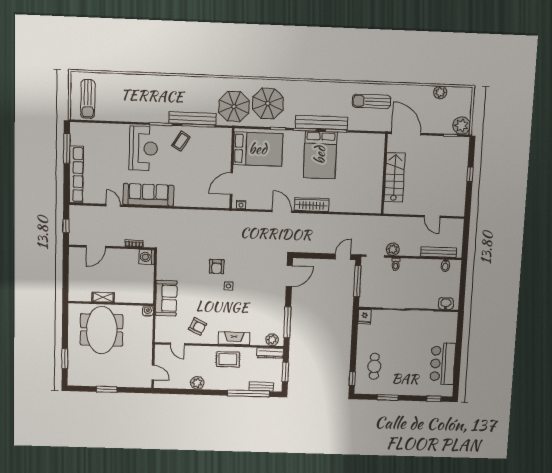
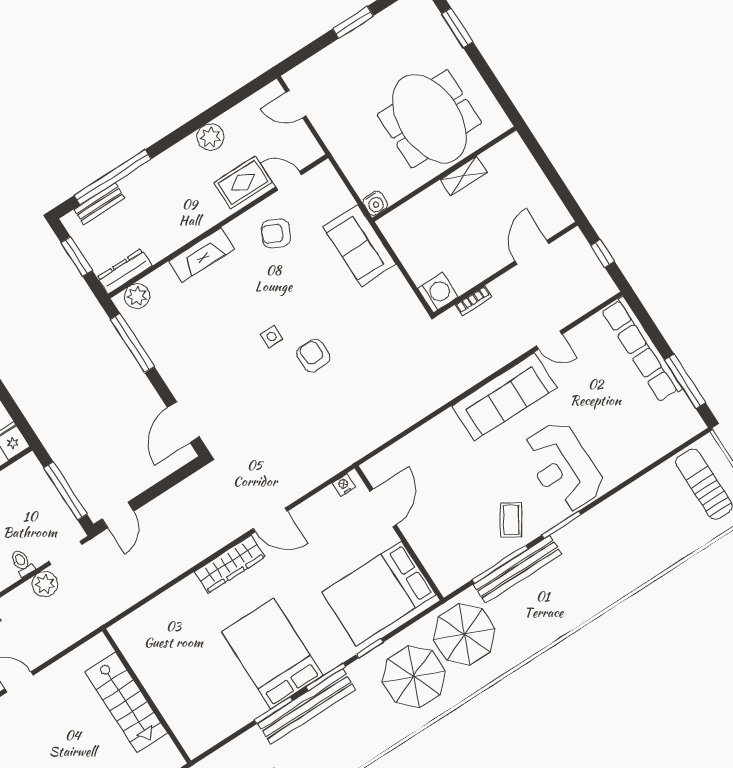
rug: (228, 359) -> (243, 182), moved

